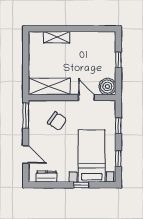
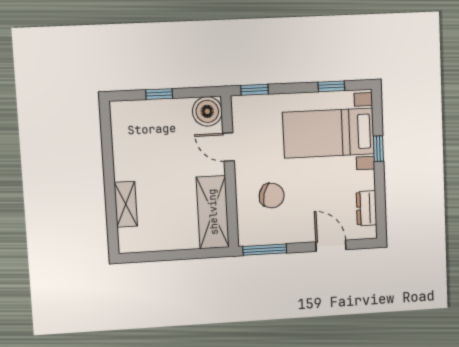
door: (86, 98) -> (228, 147), hinge flipped
chair: (57, 121) -> (272, 196), turned 71
window: (118, 126) -> (255, 90), moved
door: (26, 155) -> (331, 246), hinge flipped

